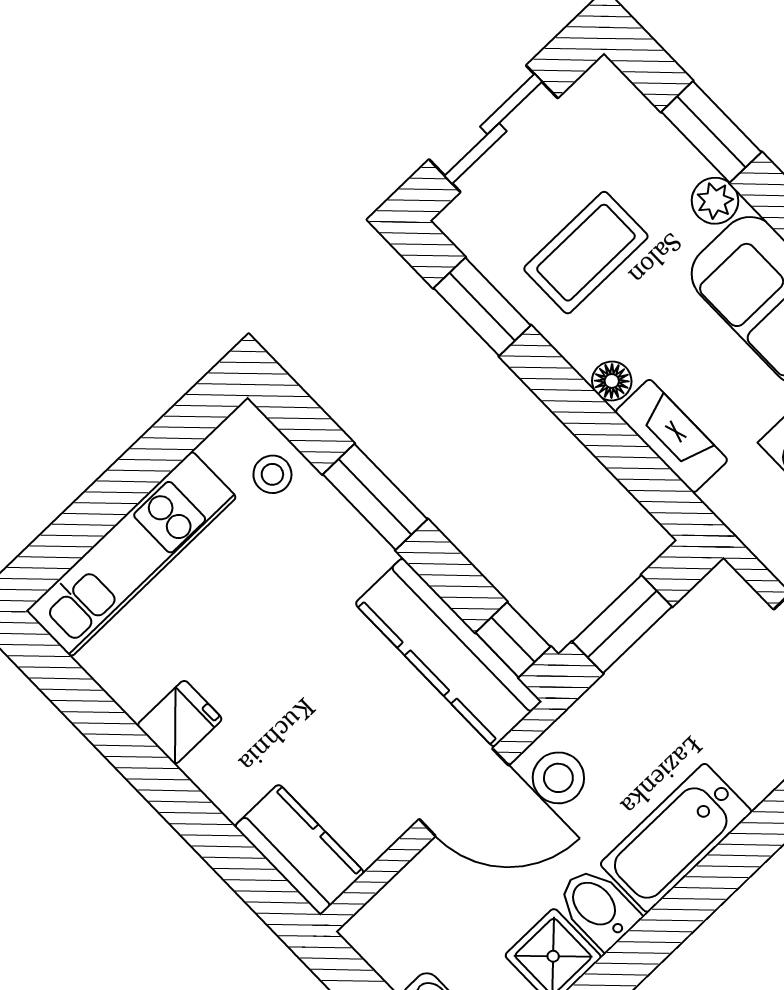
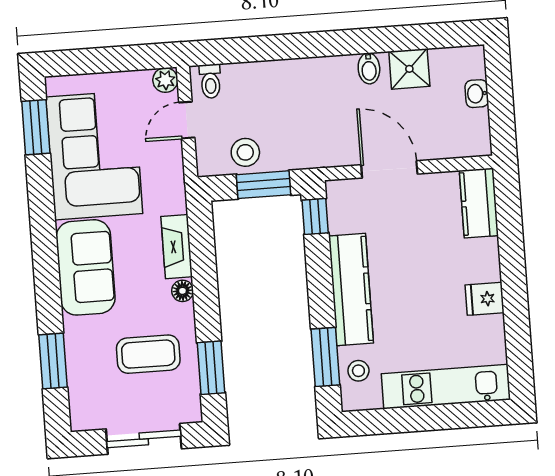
plant: (715, 201) -> (76, 331), removed
window: (375, 497) -> (325, 357), moved
kitchen counter: (448, 653) -> (351, 290), moved
stool: (558, 778) -> (245, 152), moved
bathtub: (676, 838) -> (316, 76), removed
bidet: (598, 908) -> (369, 68), width x0.72, depth x0.74

